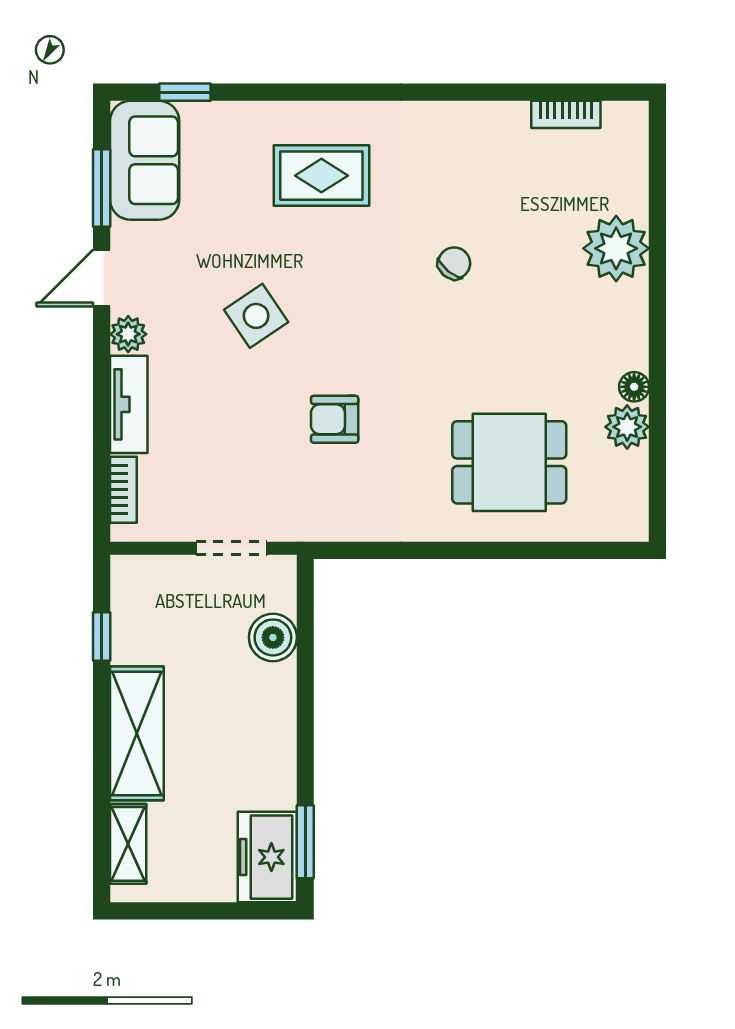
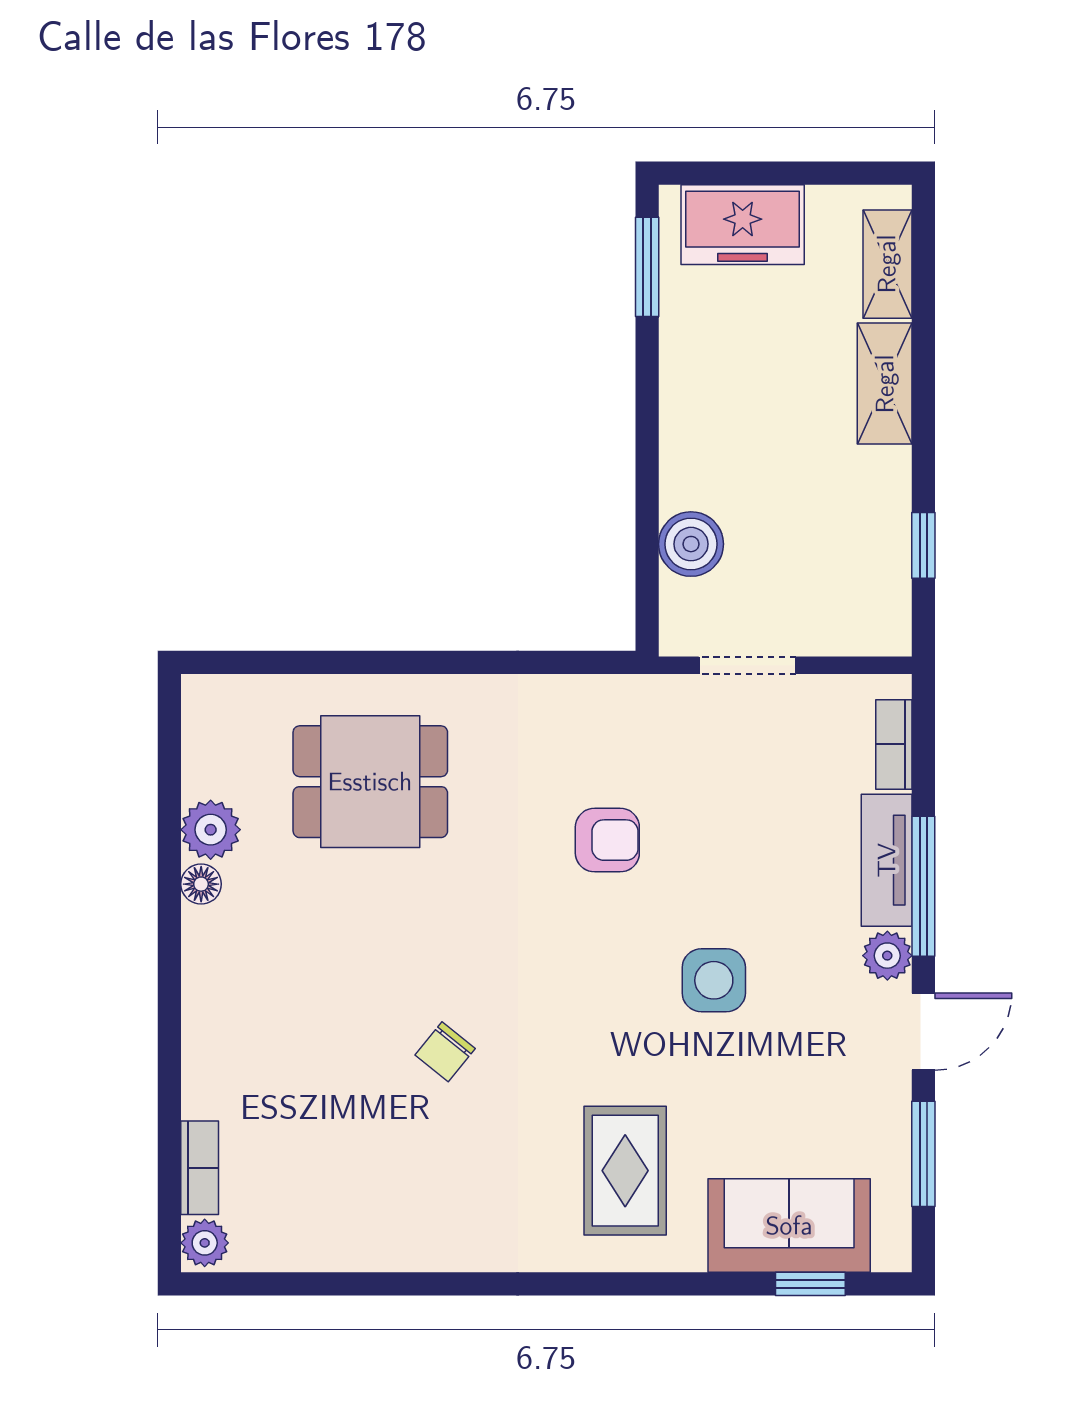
bookcase: (566, 114) -> (200, 1168), moved, turned 90
sofa: (145, 160) -> (789, 1226), moved, turned 90
rug: (321, 176) -> (625, 1171), turned 90
plant: (616, 248) -> (205, 1243), moved, width x0.53, depth x0.53
side table: (256, 316) -> (714, 980), turned 34
window: (102, 385) -> (923, 886), added
shelving: (137, 733) -> (885, 384), width x0.67, depth x0.75
freezer: (267, 857) -> (743, 225), moved, turned 90

